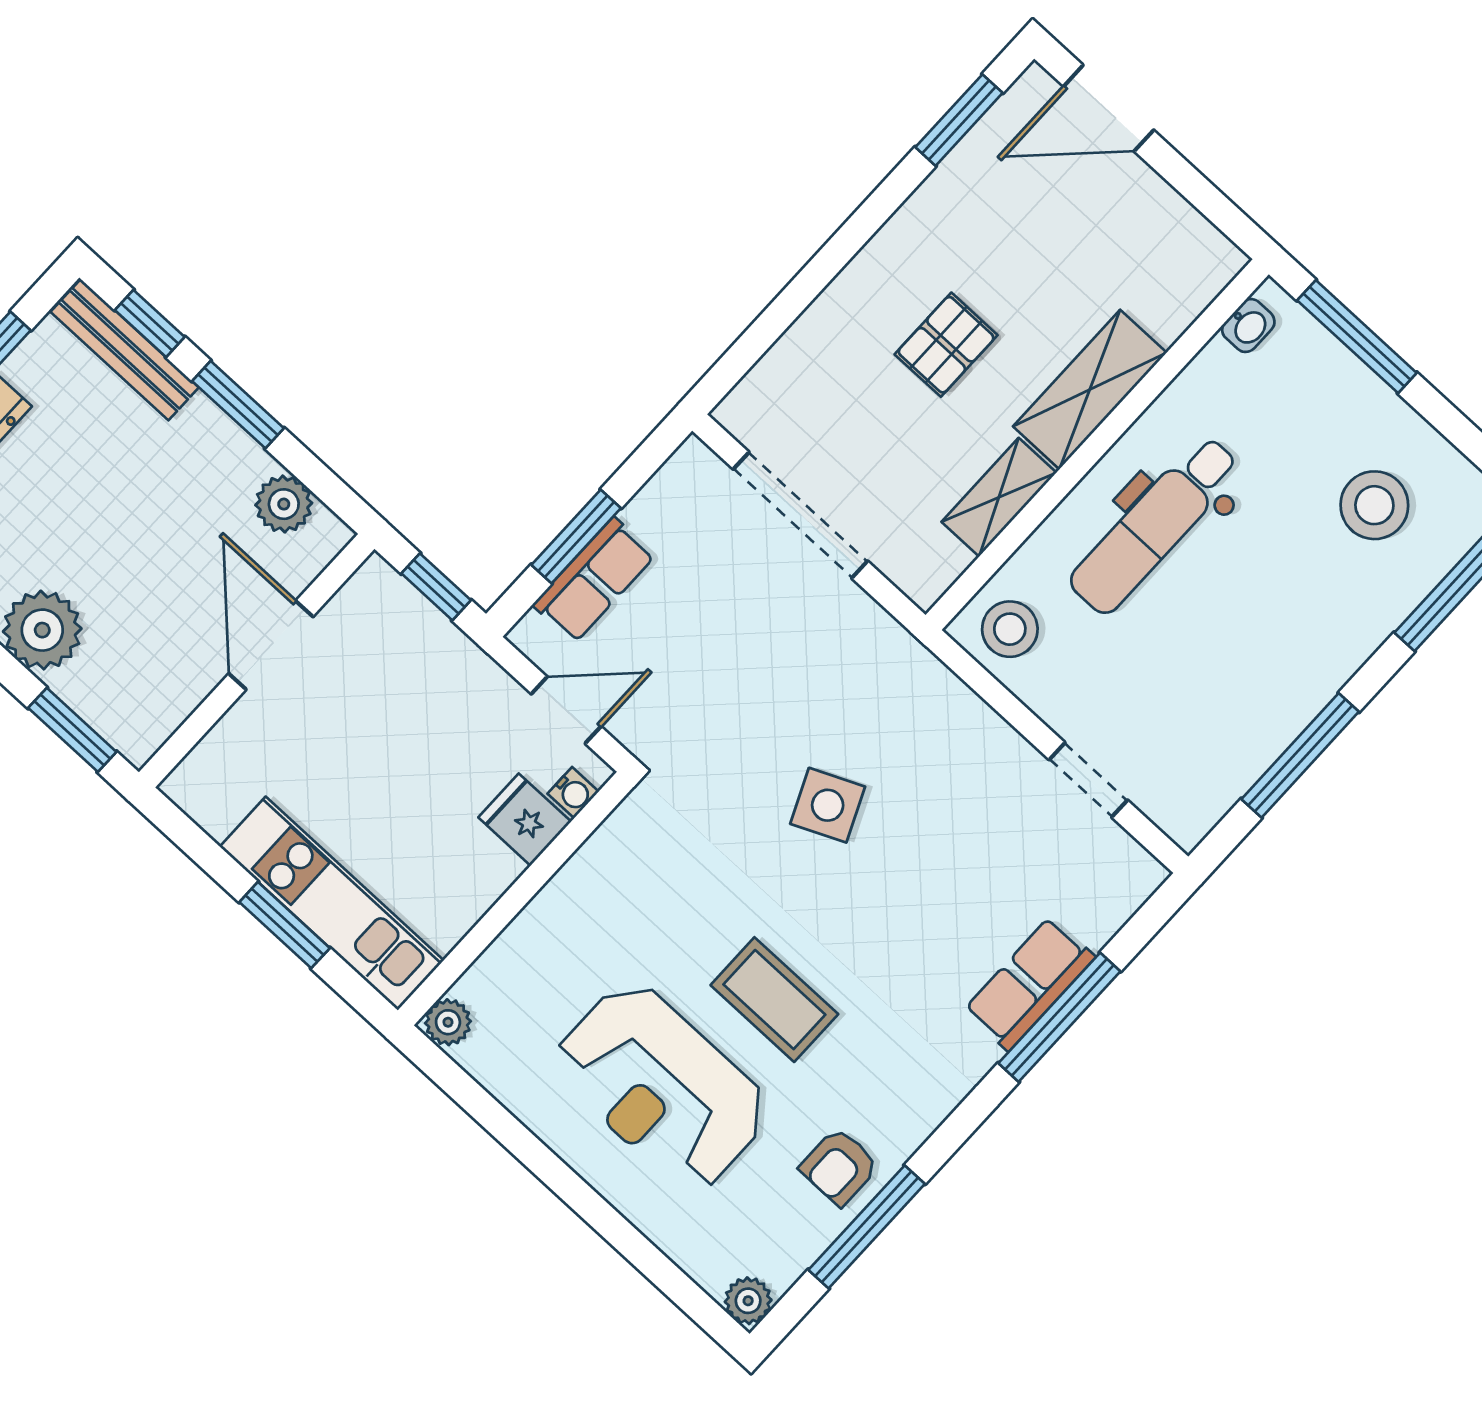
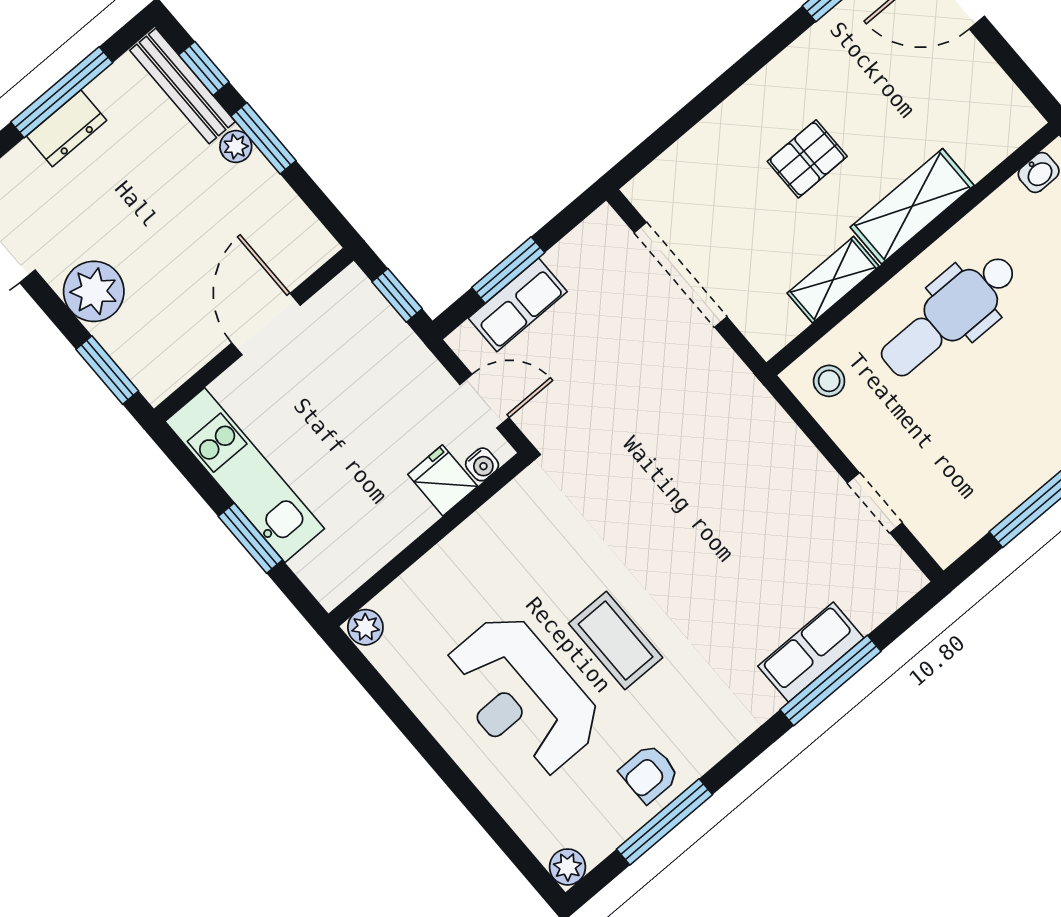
plant: (284, 504) -> (236, 146), moved, width x0.73, depth x0.73
stool: (1010, 629) -> (829, 381), width x0.73, depth x0.73
side table: (828, 805) -> (674, 498), removed
kitchen unit: (332, 903) -> (245, 475), moved

